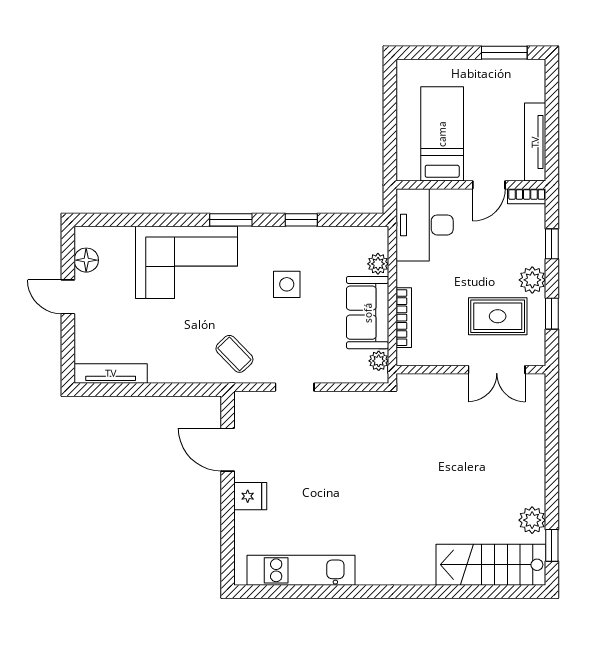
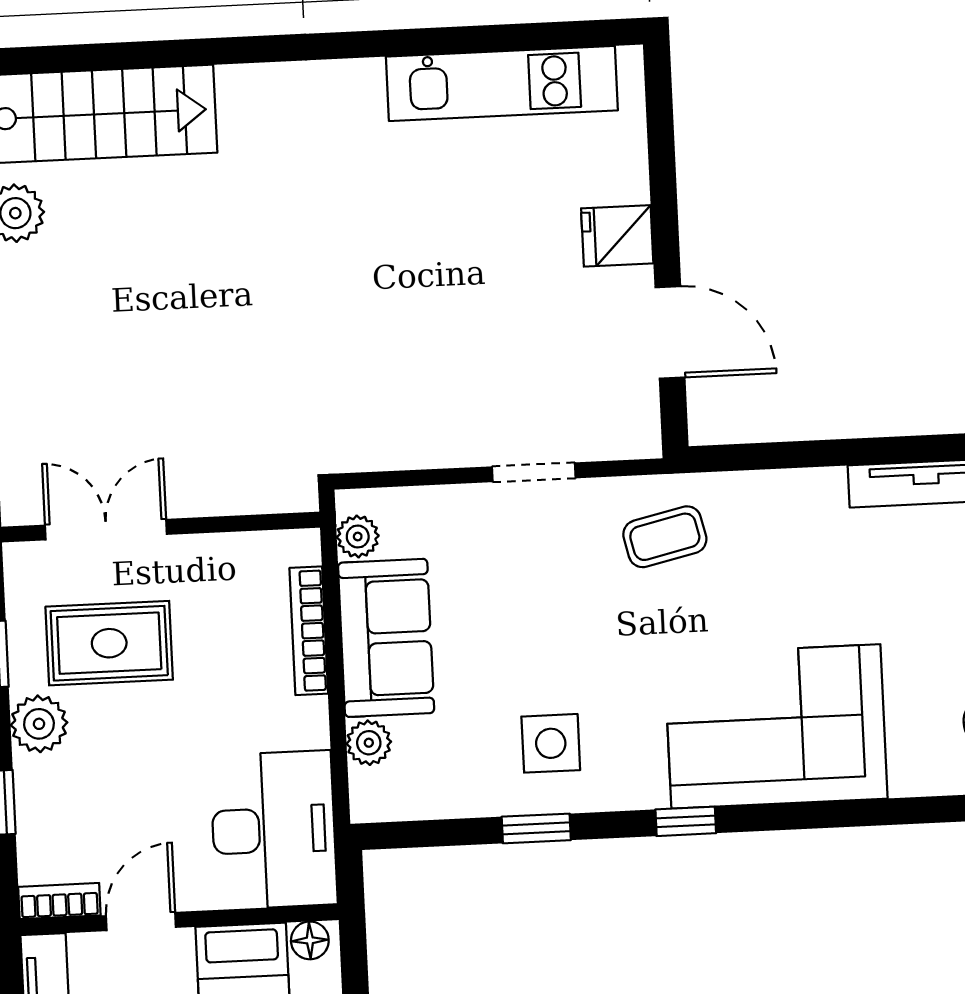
floor lamp: (410, 172) -> (310, 940), added
window: (231, 220) -> (686, 821), width x0.67
side table: (287, 284) -> (551, 743), moved
coffee table: (234, 354) -> (665, 537), turned -59

